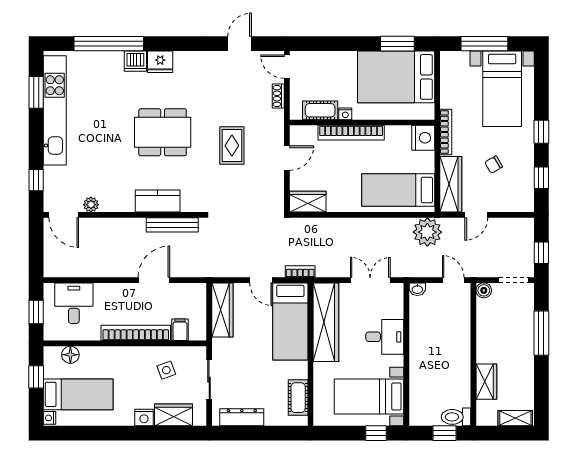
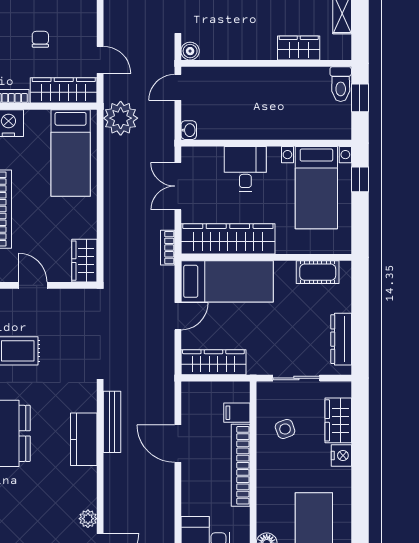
chair: (494, 165) -> (40, 39), turned -150
bookcase: (300, 271) -> (168, 248), moved

